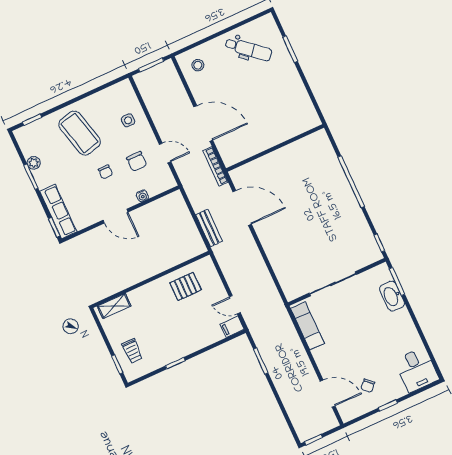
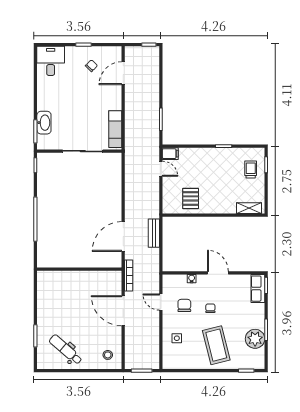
plant: (34, 163) -> (255, 339), width x1.87, depth x1.87
door: (242, 208) -> (123, 237), hinge flipped
row of seats: (58, 212) -> (258, 289), width x0.68
pallet: (186, 286) -> (191, 198), turned 90
door: (328, 394) -> (123, 73), hinge flipped

